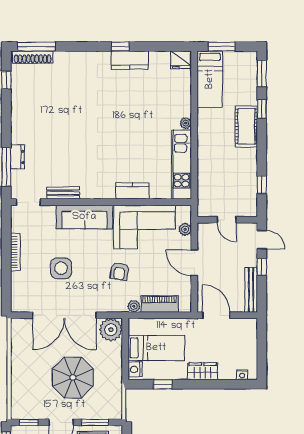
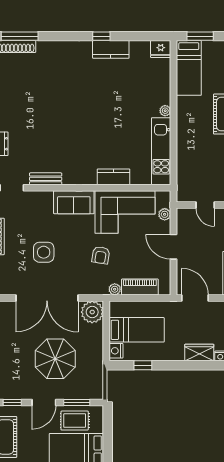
sofa: (84, 217) -> (74, 202), width x0.73
wardrobe: (203, 371) -> (199, 353), moved

